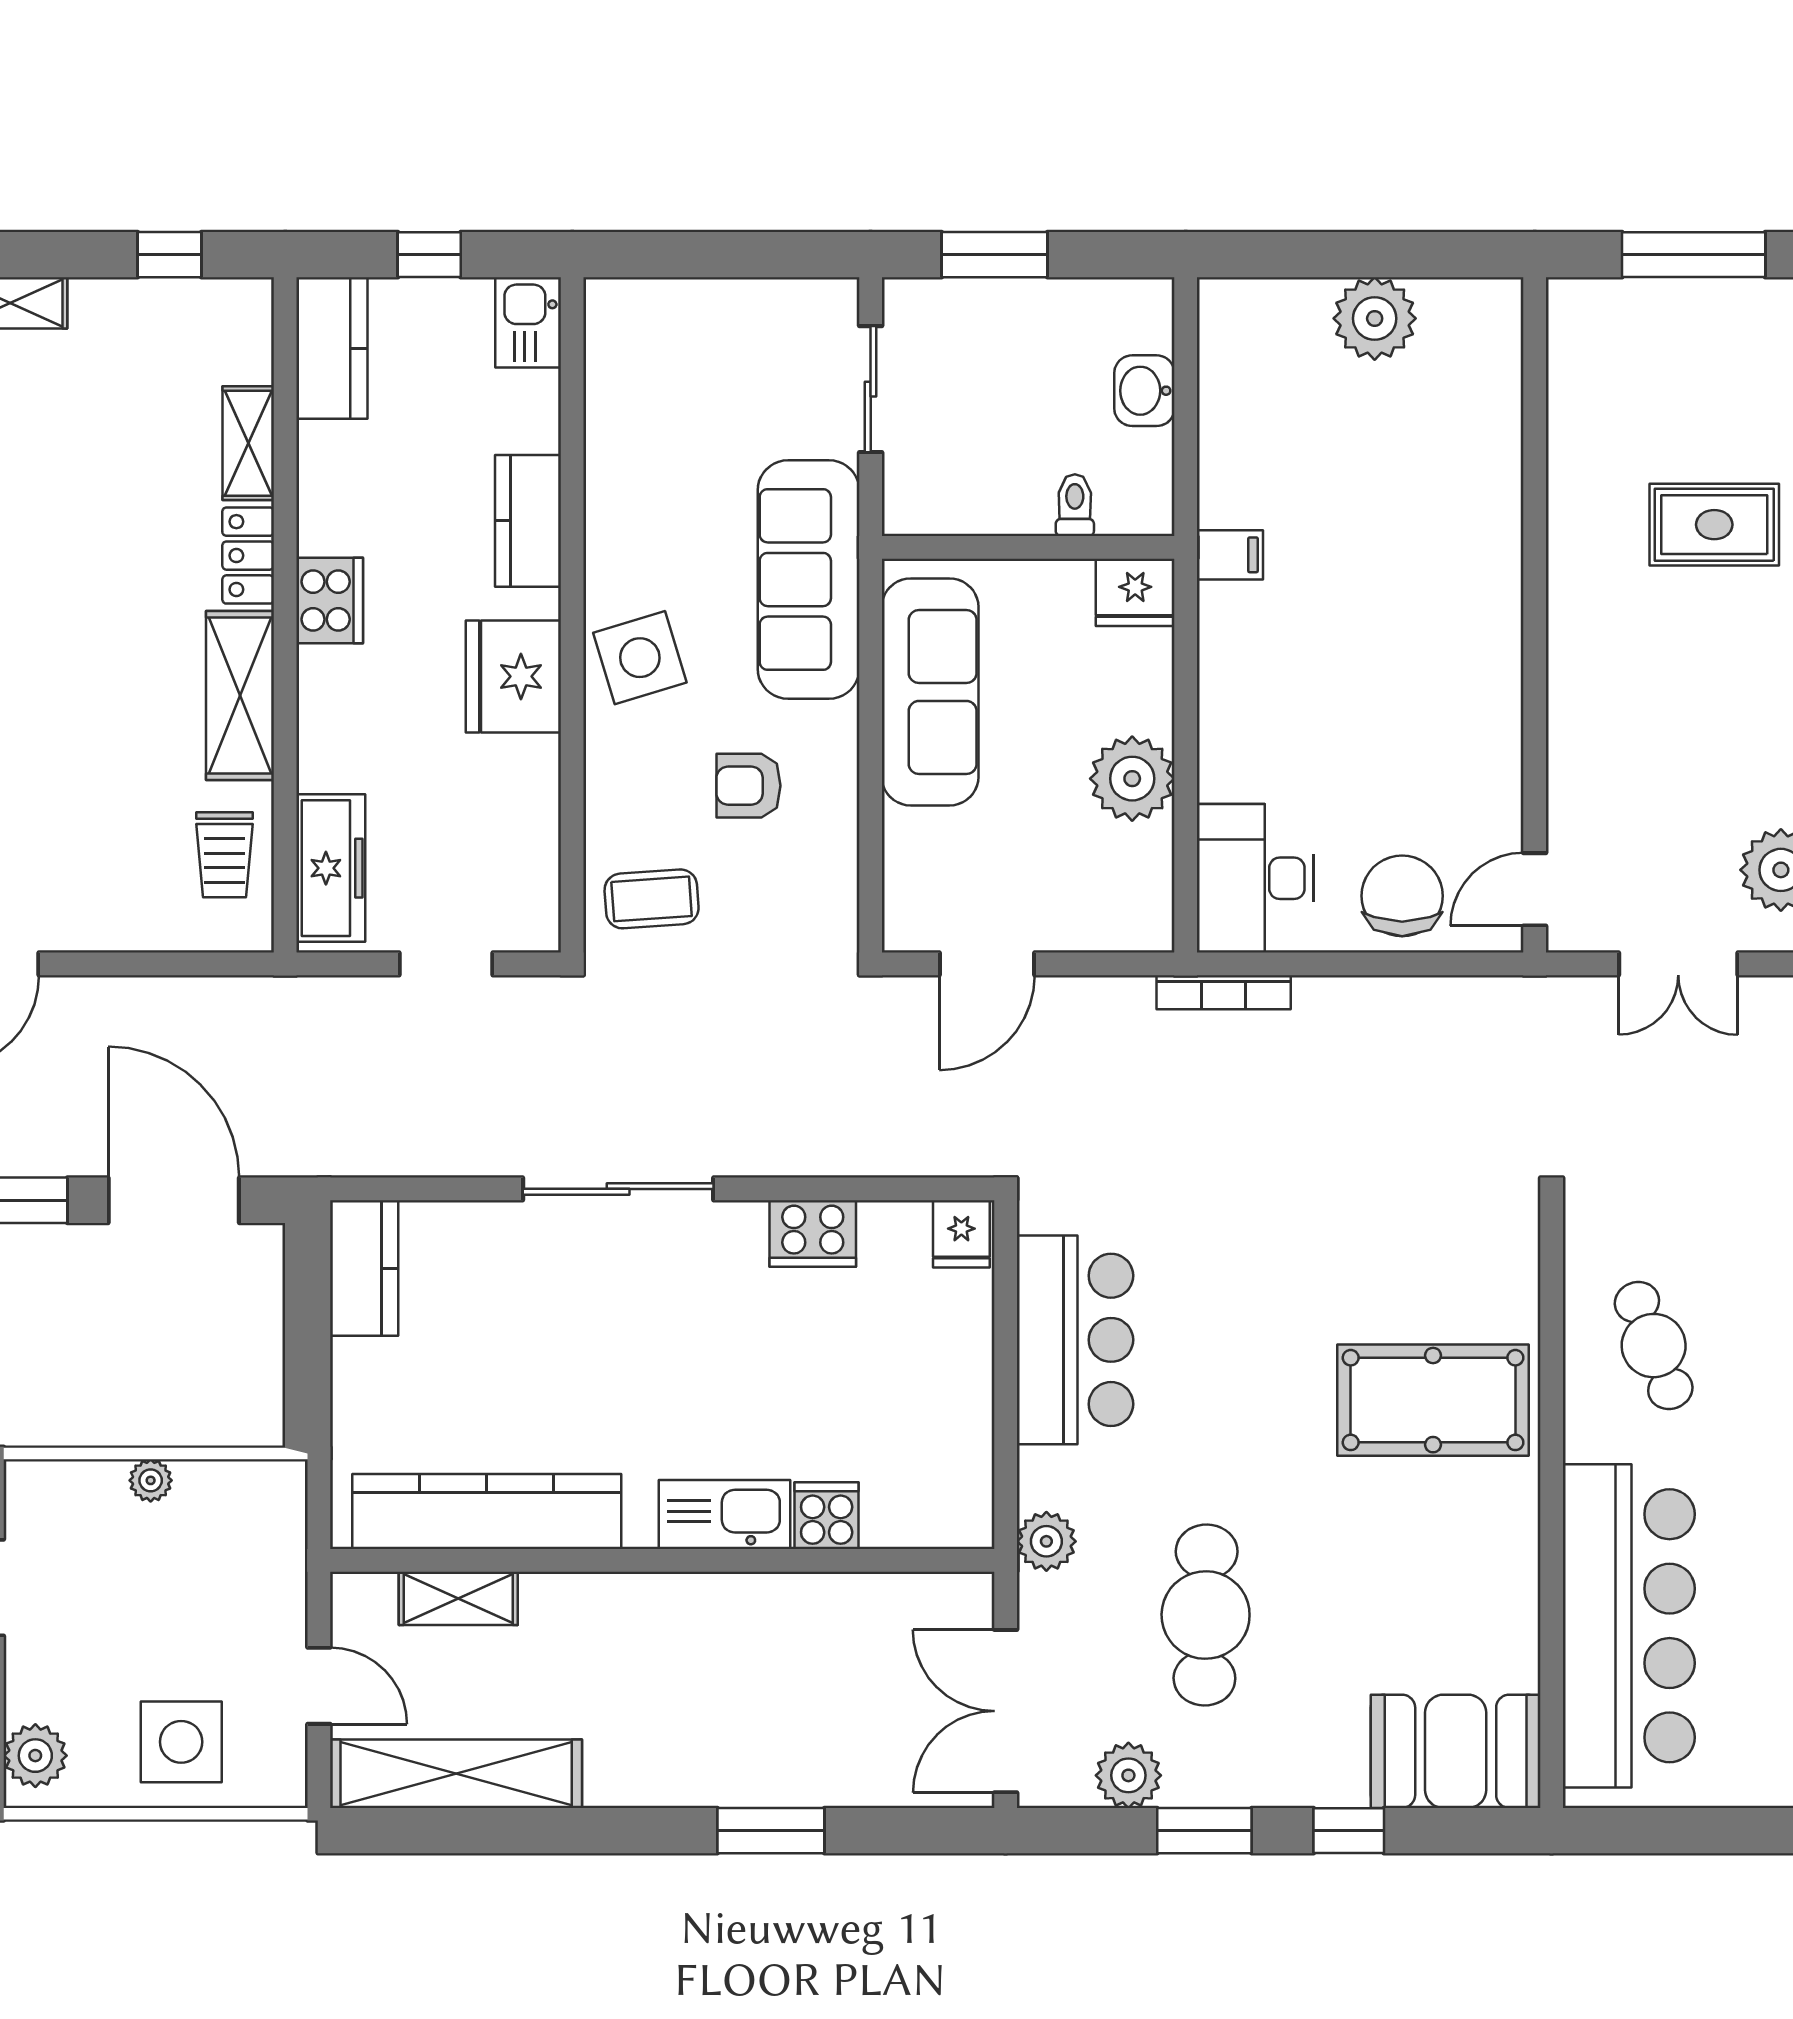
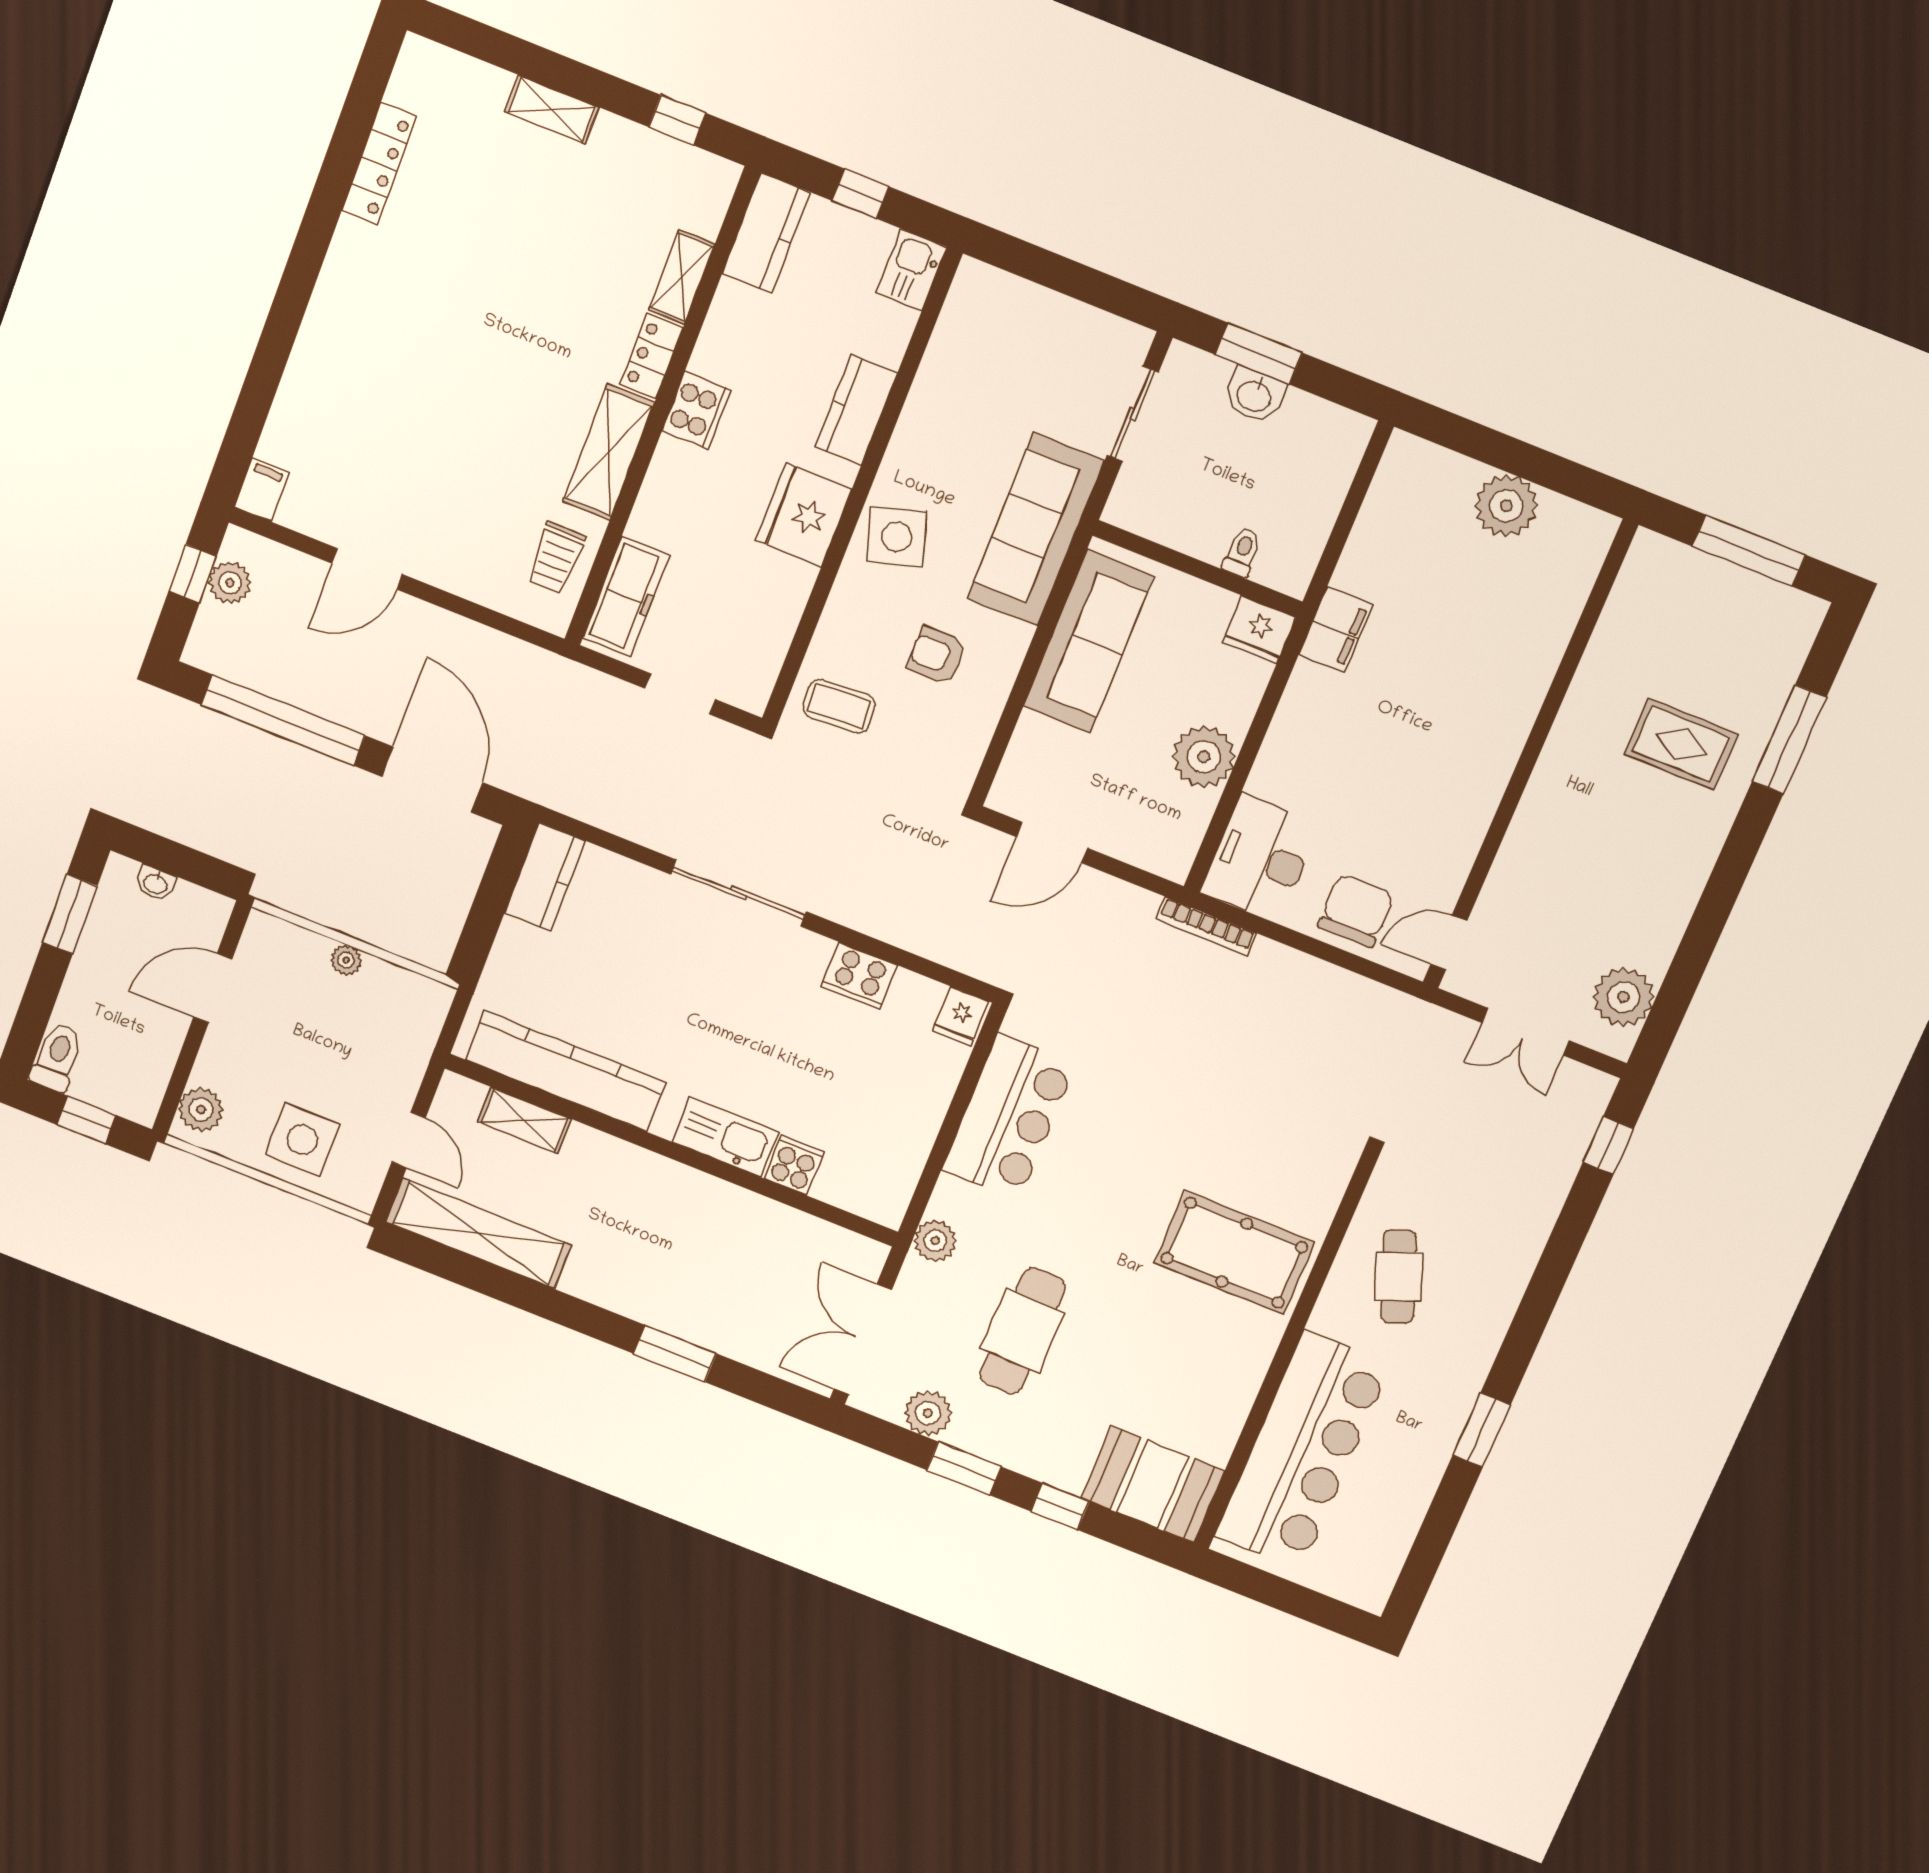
washbasin: (1144, 391) -> (1254, 395), moved, turned -90
filing cabinet: (1230, 555) -> (1336, 630), width x2.00

